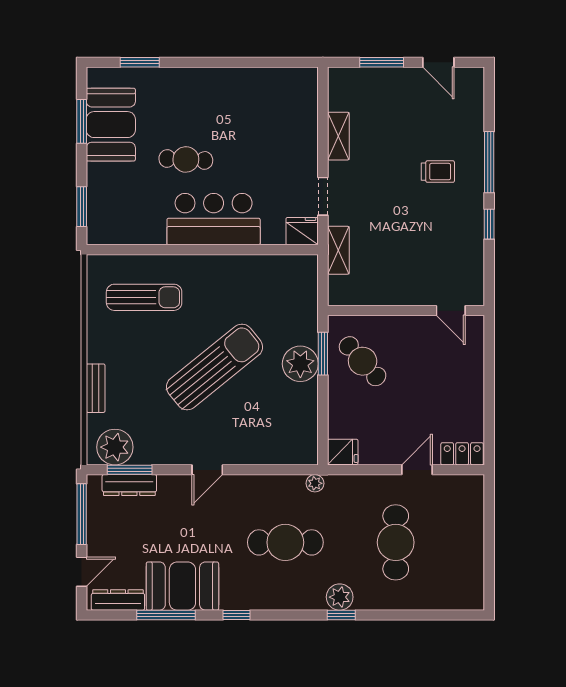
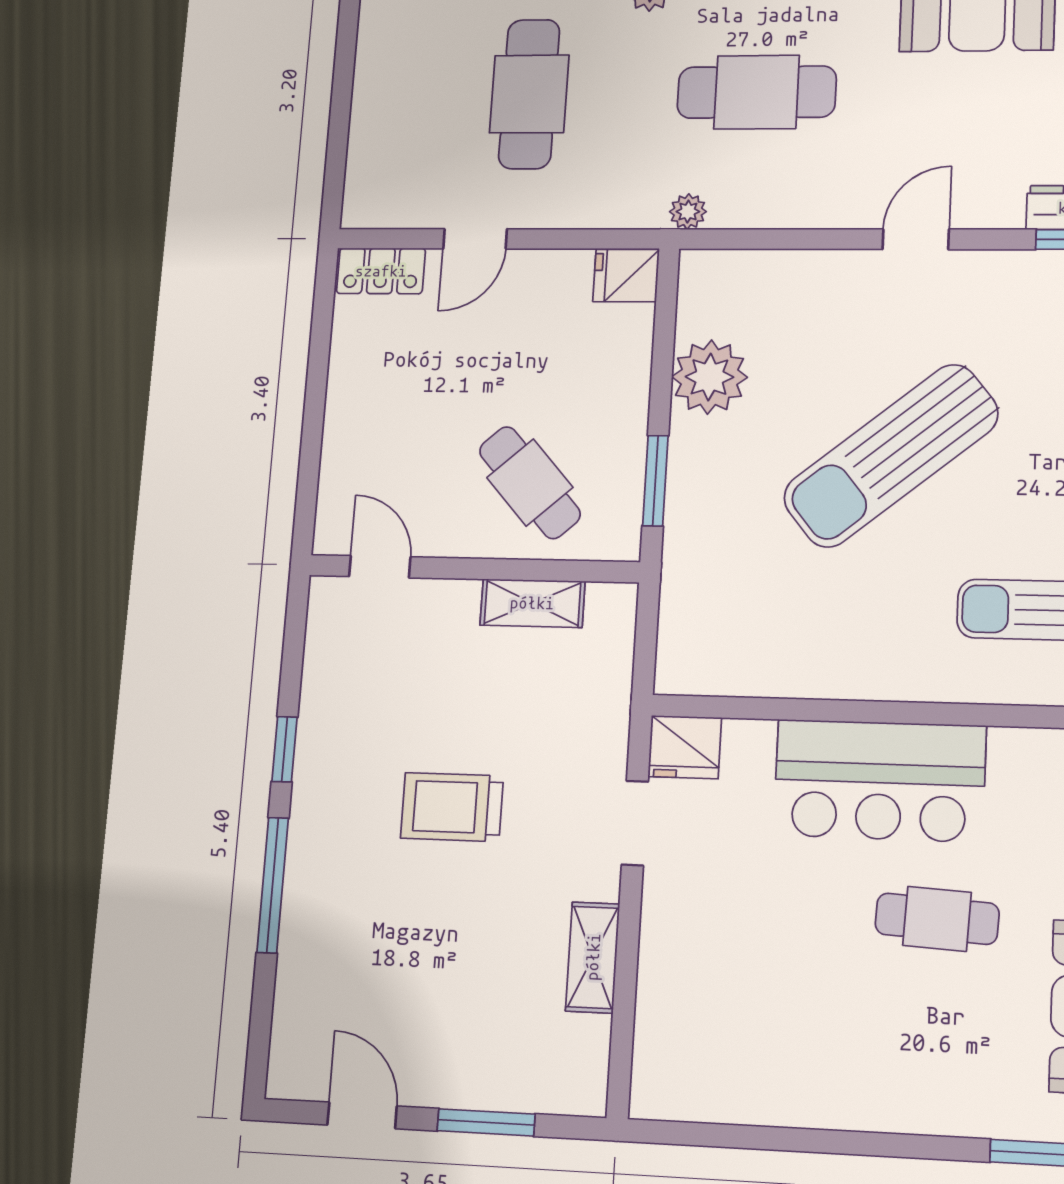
trolley: (438, 172) -> (452, 807), moved, width x1.36, depth x1.39
shelving: (338, 250) -> (532, 603), moved, turned 90
cafe table: (363, 361) -> (530, 482), moved
plant: (300, 364) -> (709, 377), moved

